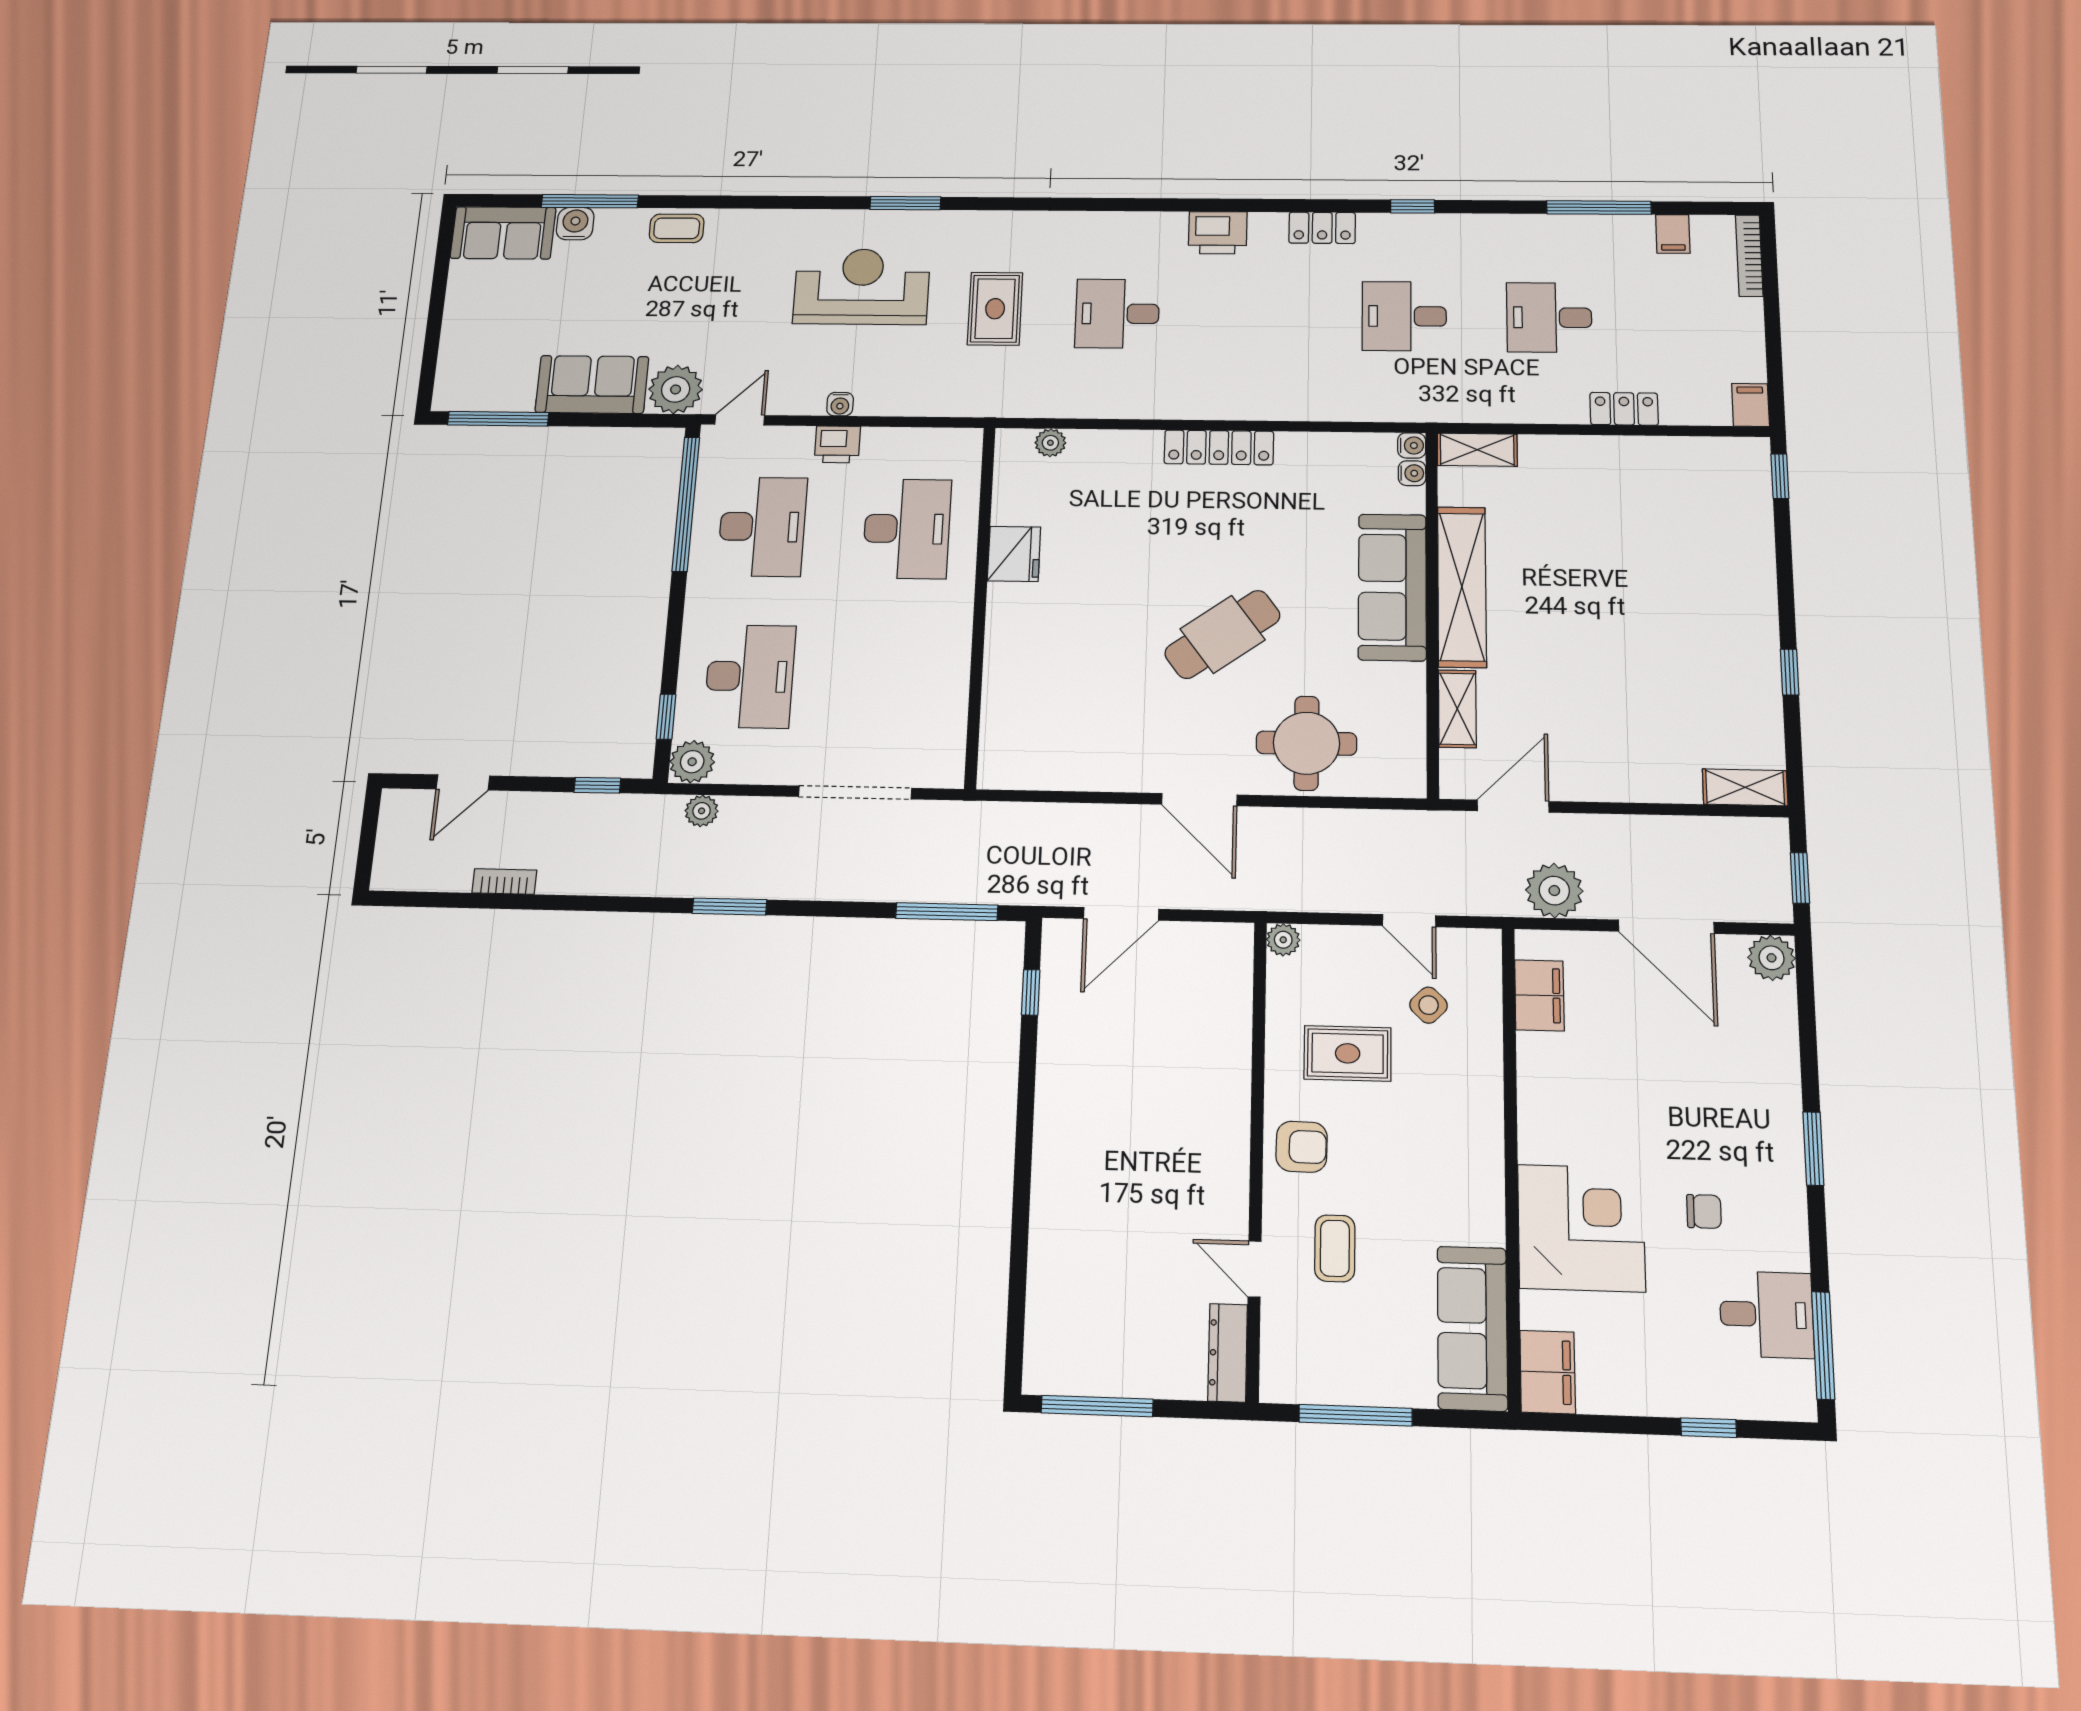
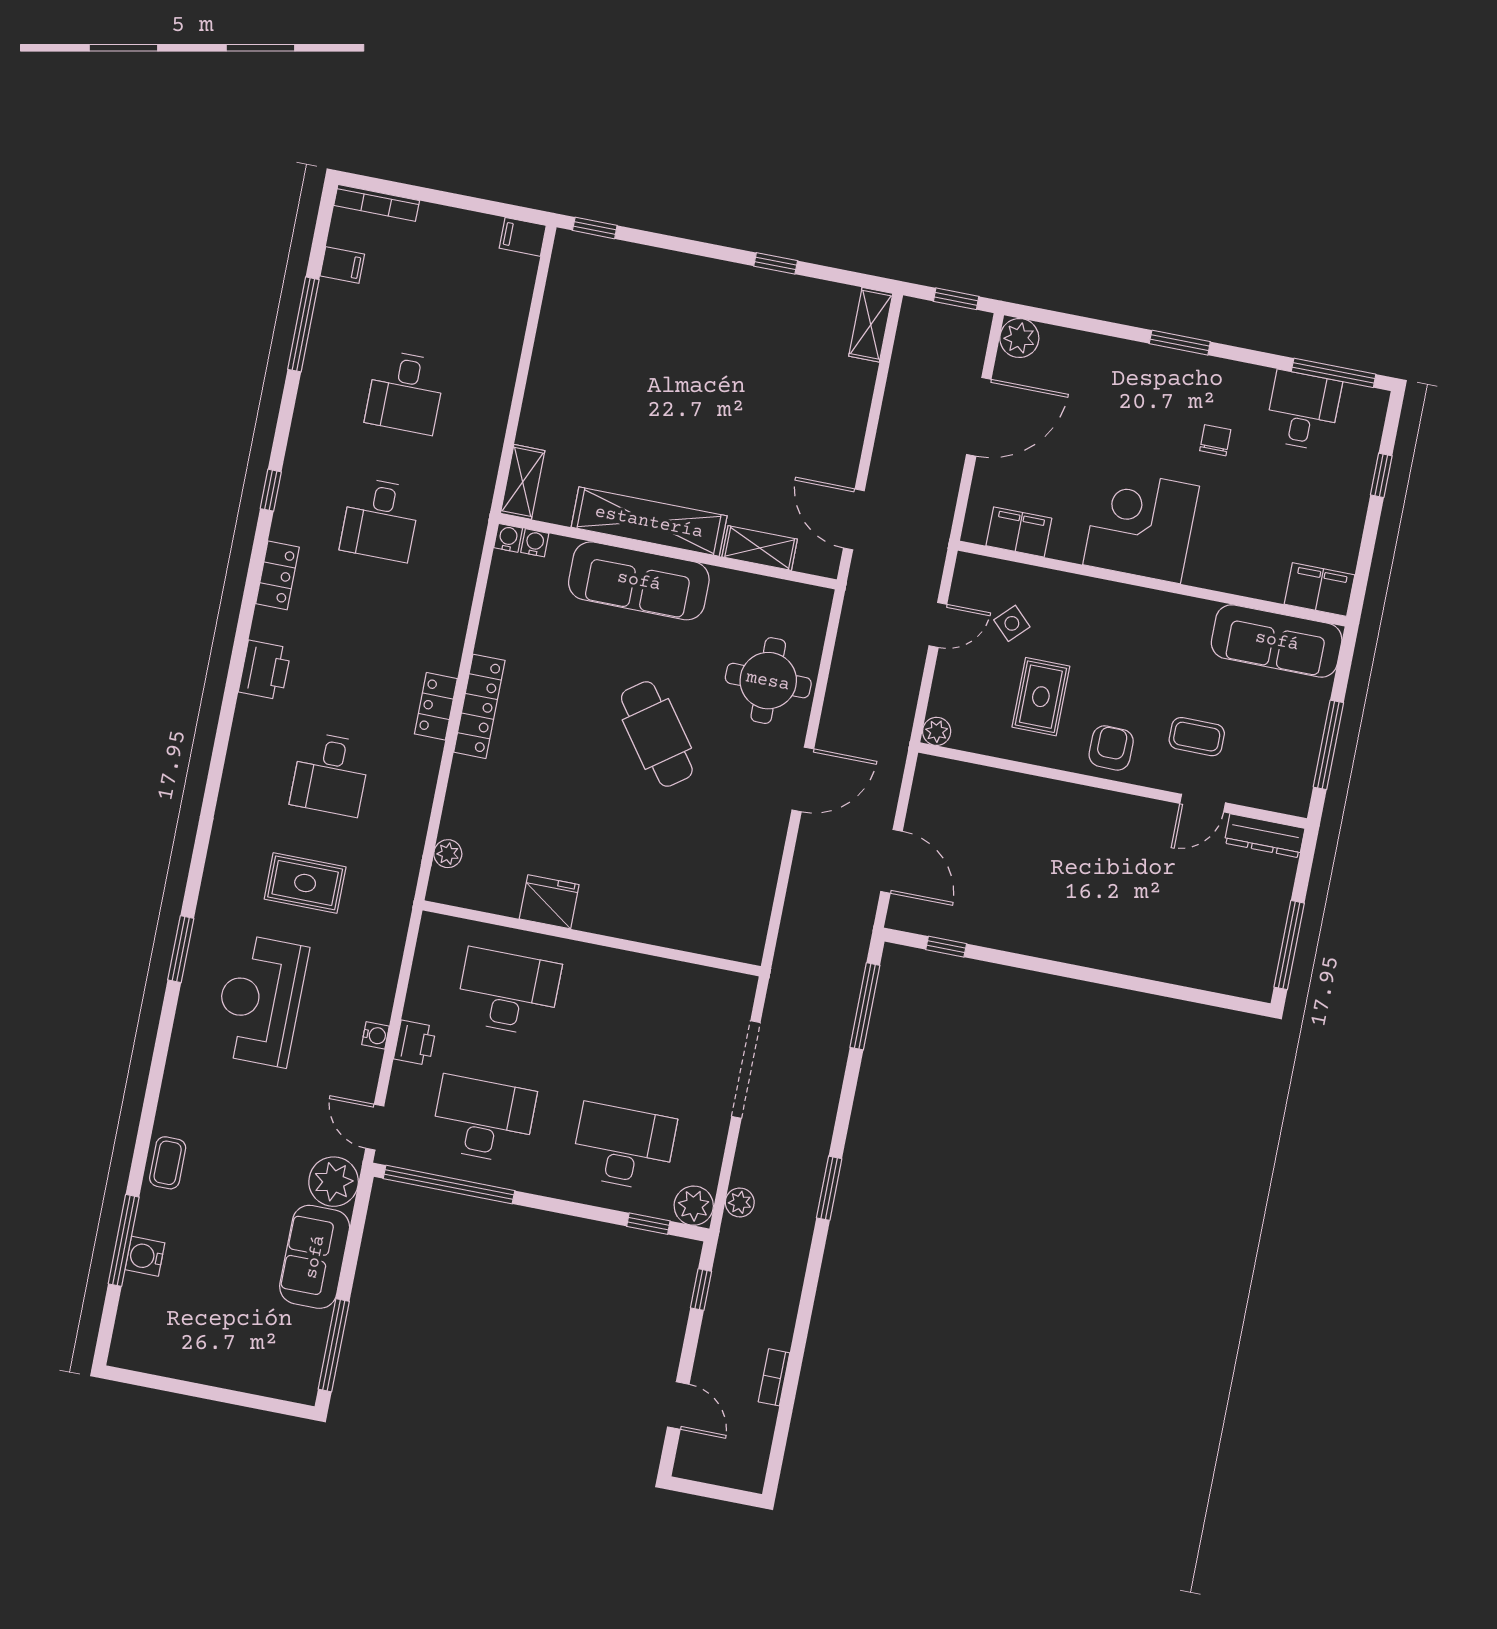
sofa: (503, 233) -> (142, 1324), removed
locker: (1624, 409) -> (436, 706), moved
plant: (1554, 891) -> (933, 501), removed
corner desk: (1581, 1228) -> (1141, 525), moved

